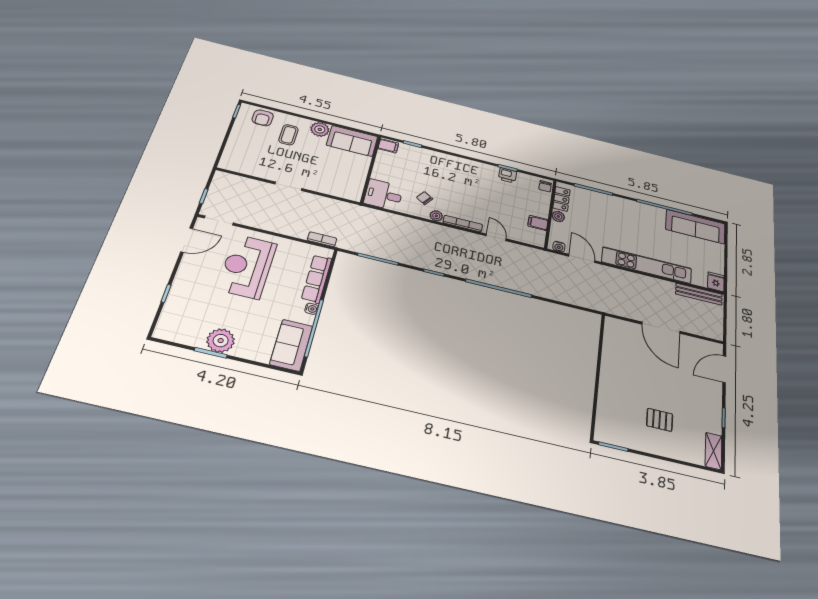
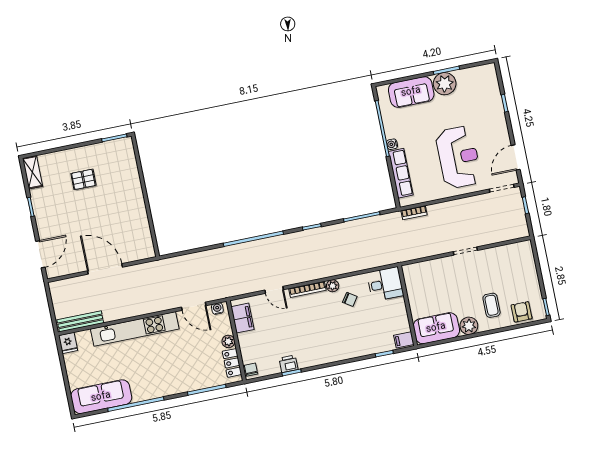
filing cabinet: (538, 223) -> (242, 318), width x2.00
sofa: (291, 345) -> (411, 92), moved, turned 90

